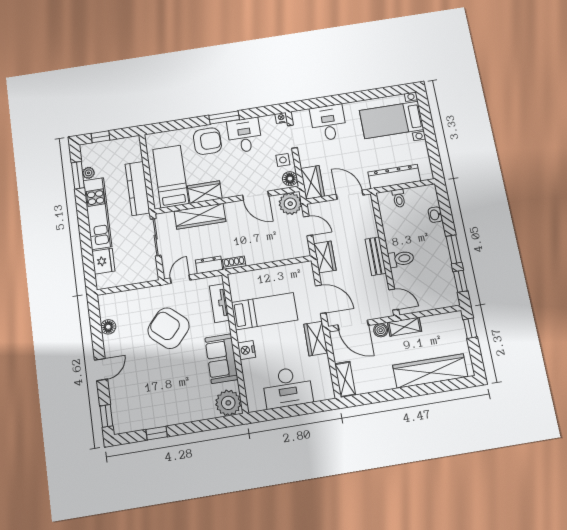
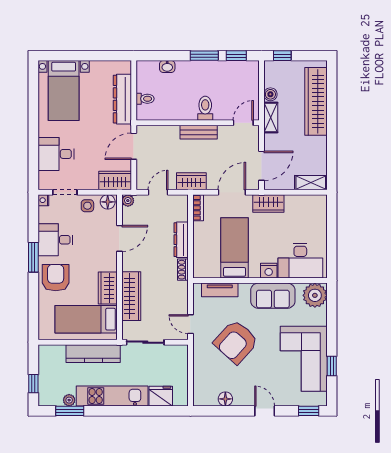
plant: (290, 204) -> (128, 201), width x0.53, depth x0.53
dresser: (209, 265) -> (181, 240), moved, width x1.44
bookcase: (299, 268) -> (198, 208), added
boiler: (381, 330) -> (270, 94), moved
desk: (287, 387) -> (300, 261), moved, turned 90
corner sofa: (160, 402) -> (304, 359), added

